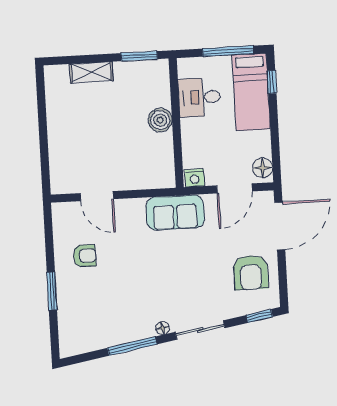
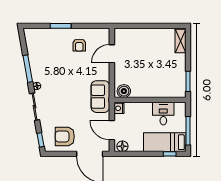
shelving: (91, 72) -> (180, 41), moved
boiler: (160, 120) -> (124, 91), moved

